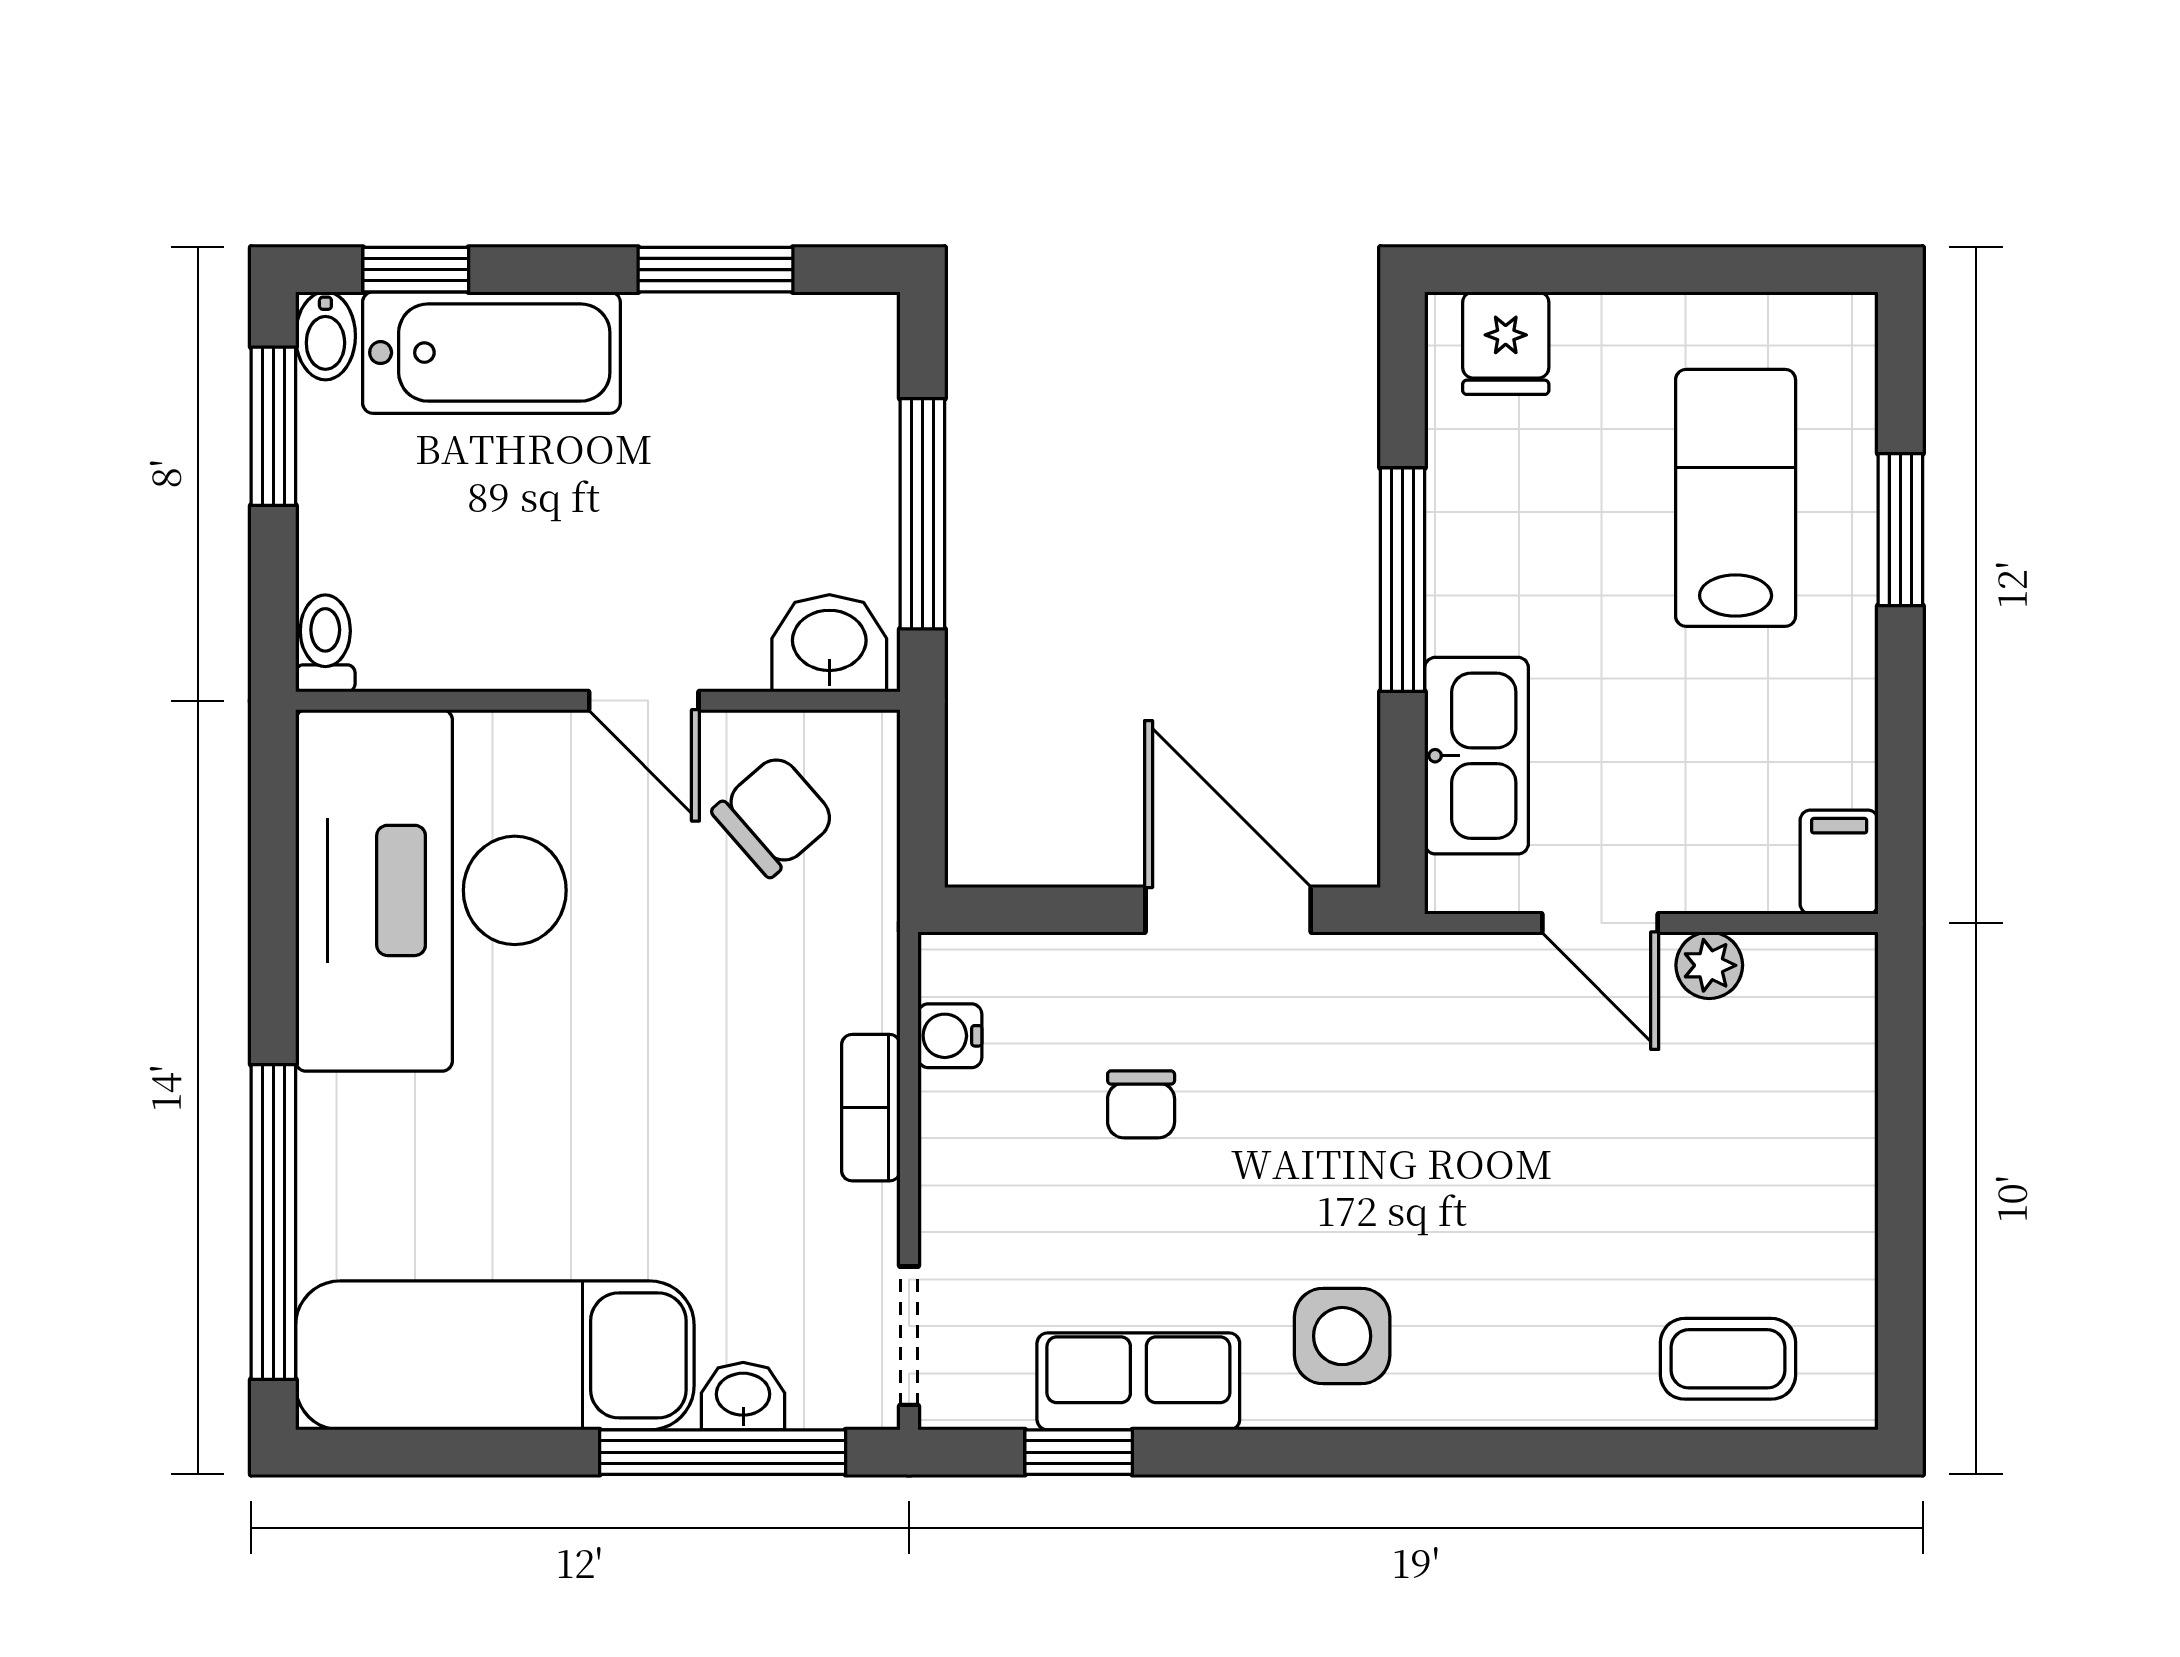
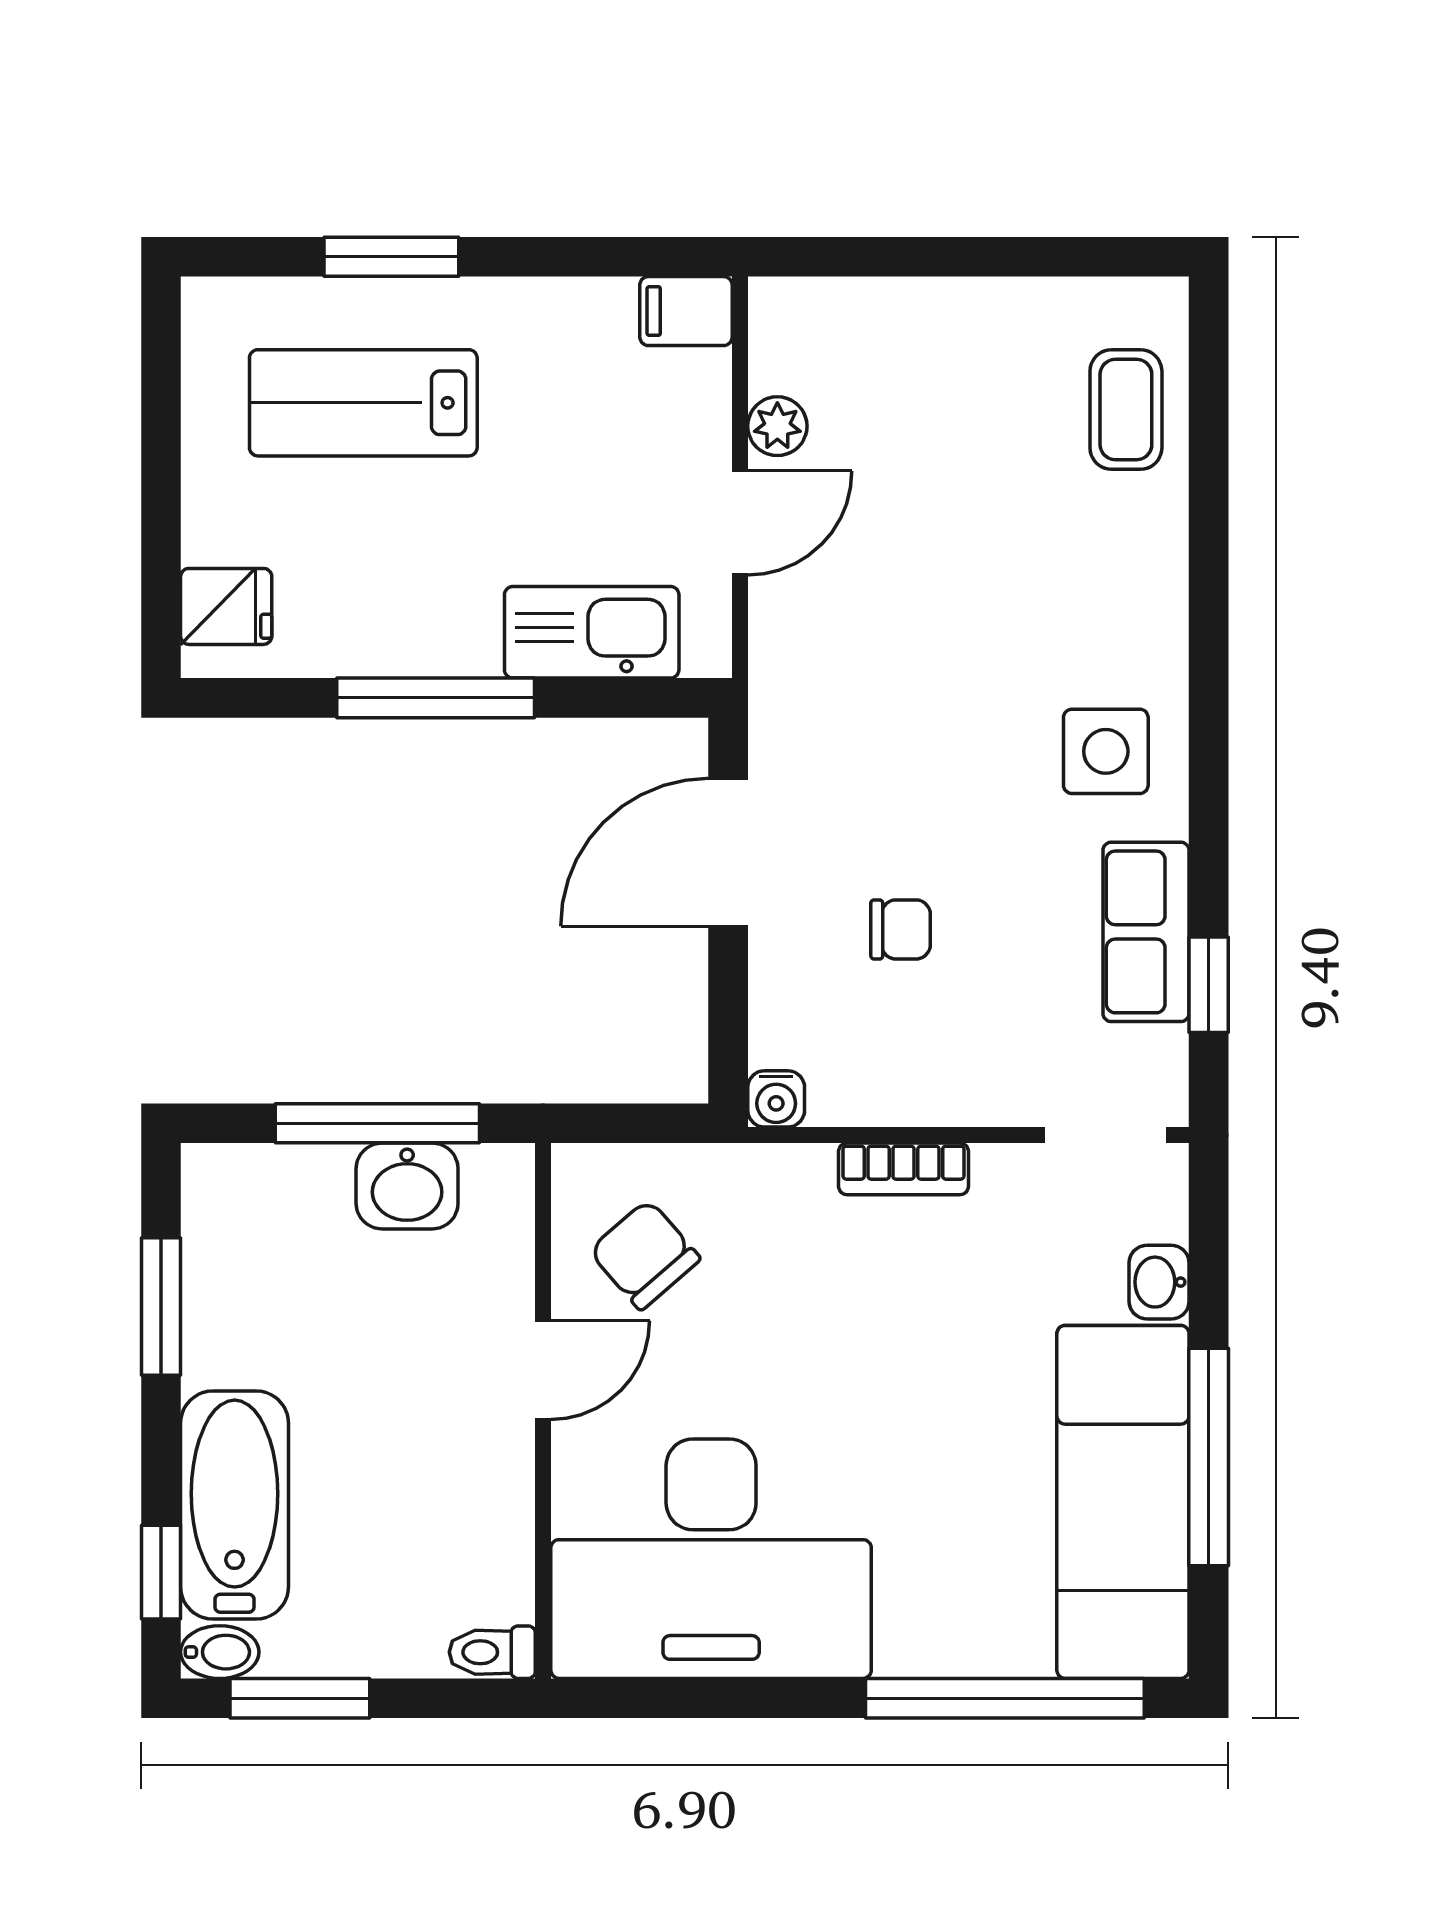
washbasin: (829, 643) -> (407, 1186), moved, turned -90
water cooler: (950, 1036) -> (776, 1099), moved
window: (723, 1452) -> (1209, 1457), moved

